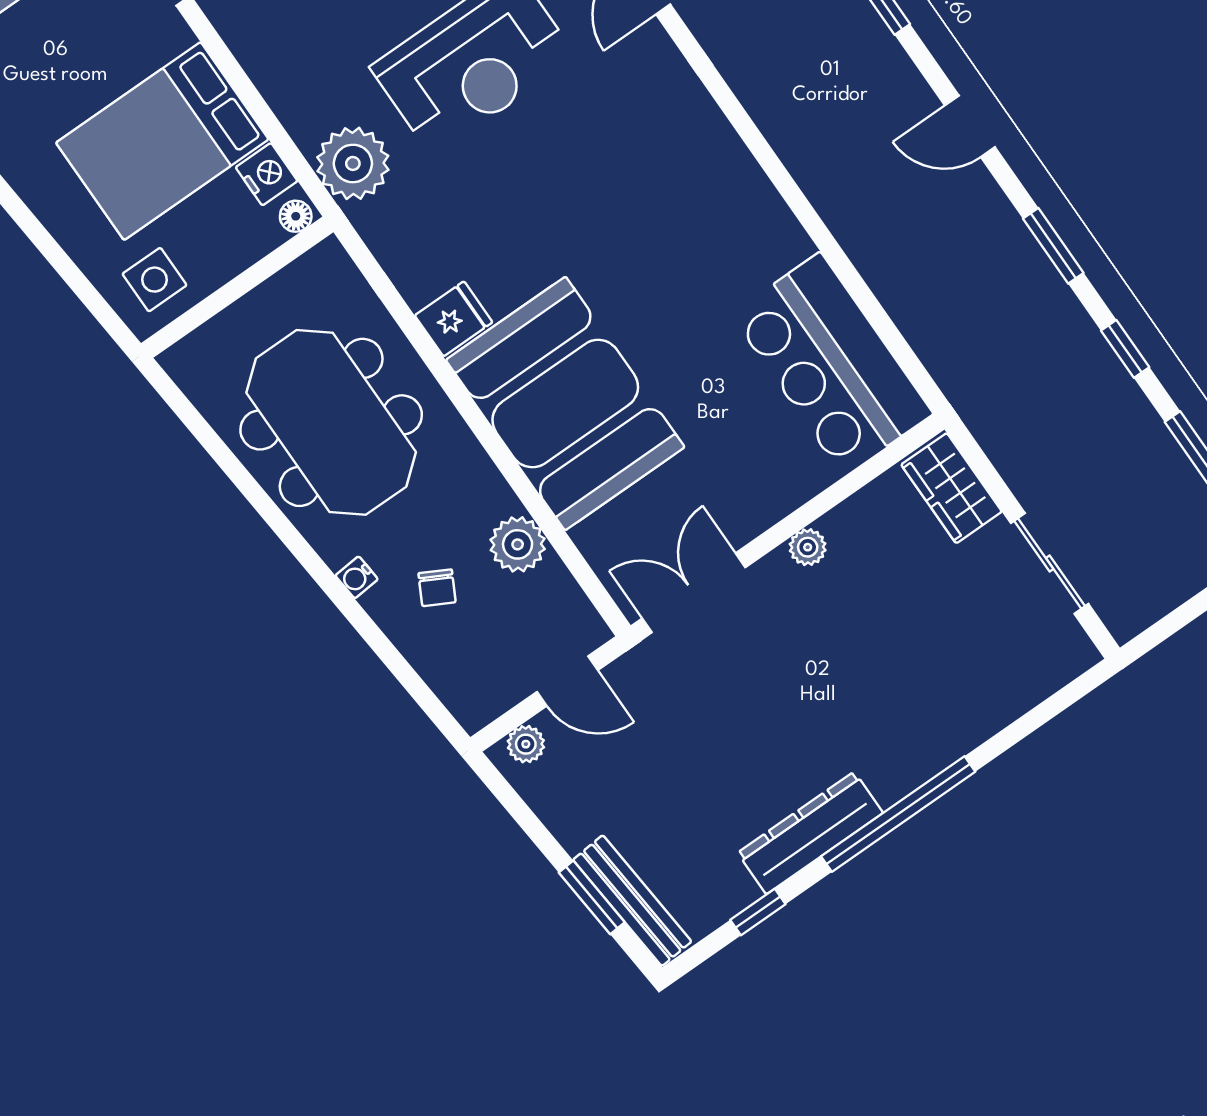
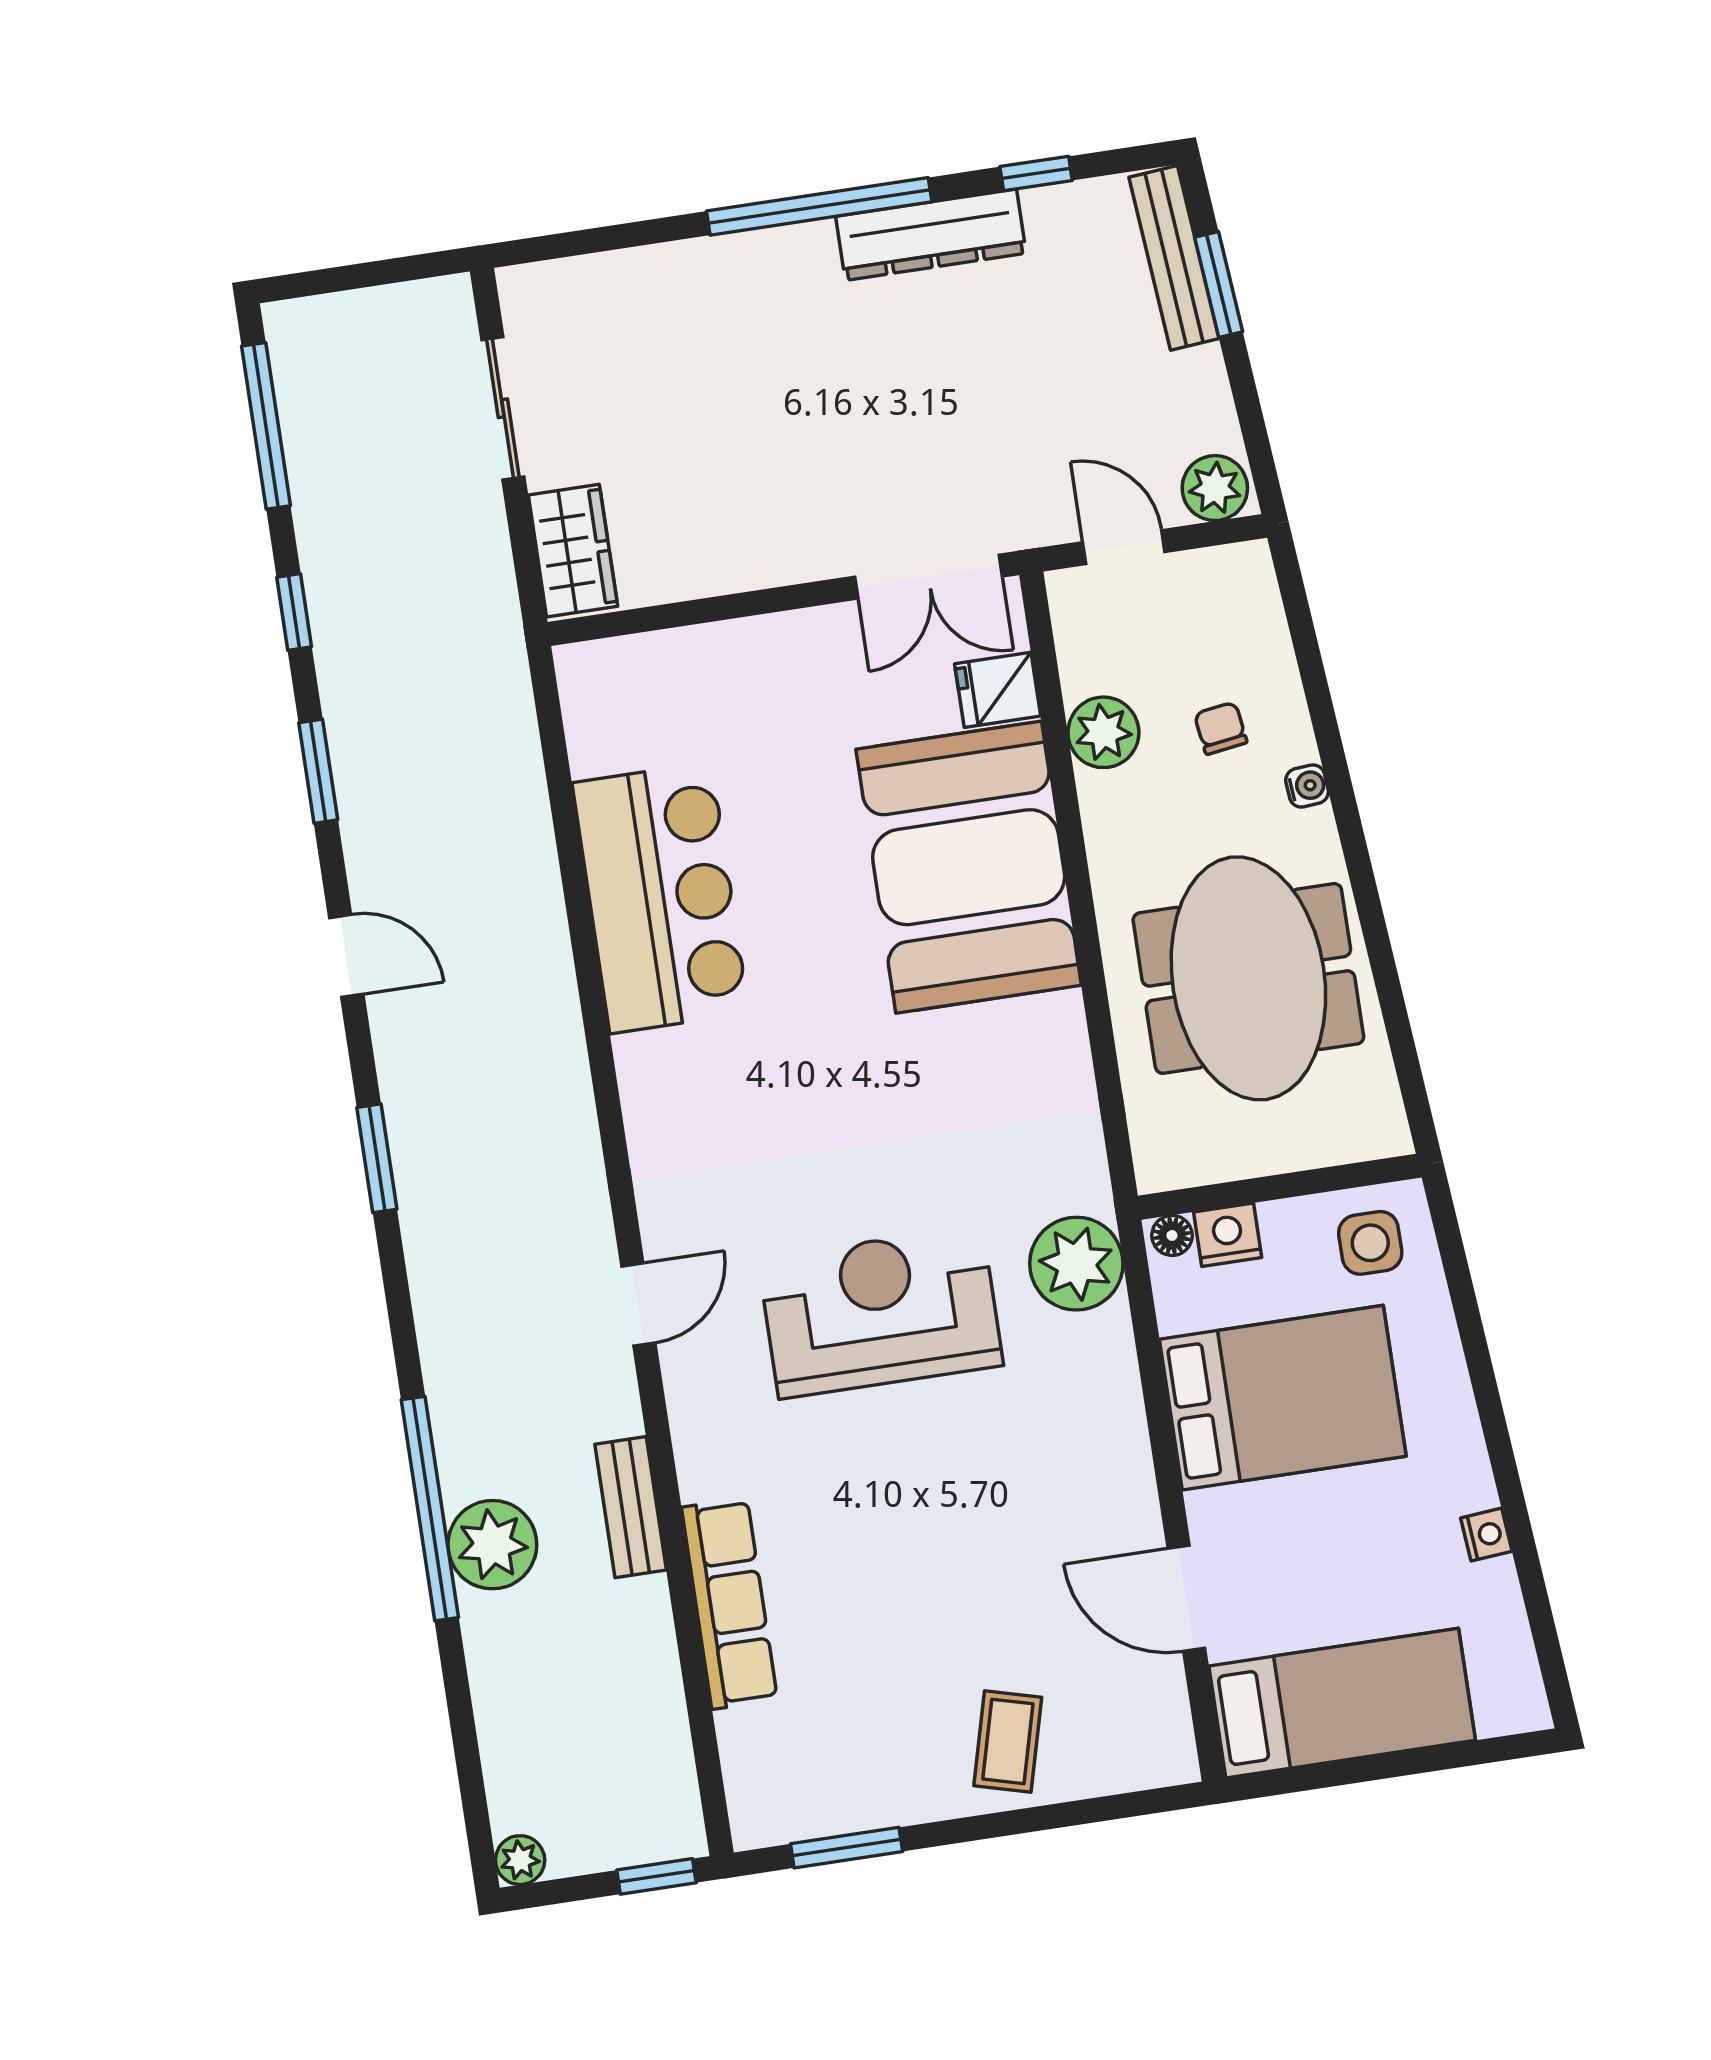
nightstand: (267, 174) -> (1228, 1235), moved, turned 90
fridge: (454, 319) -> (998, 690), moved
bar counter: (832, 364) -> (661, 898), moved
plant: (808, 547) -> (772, 564), removed
chair: (437, 588) -> (1221, 728), turned -36
plant: (526, 744) -> (1215, 488), width x1.38, depth x1.38

